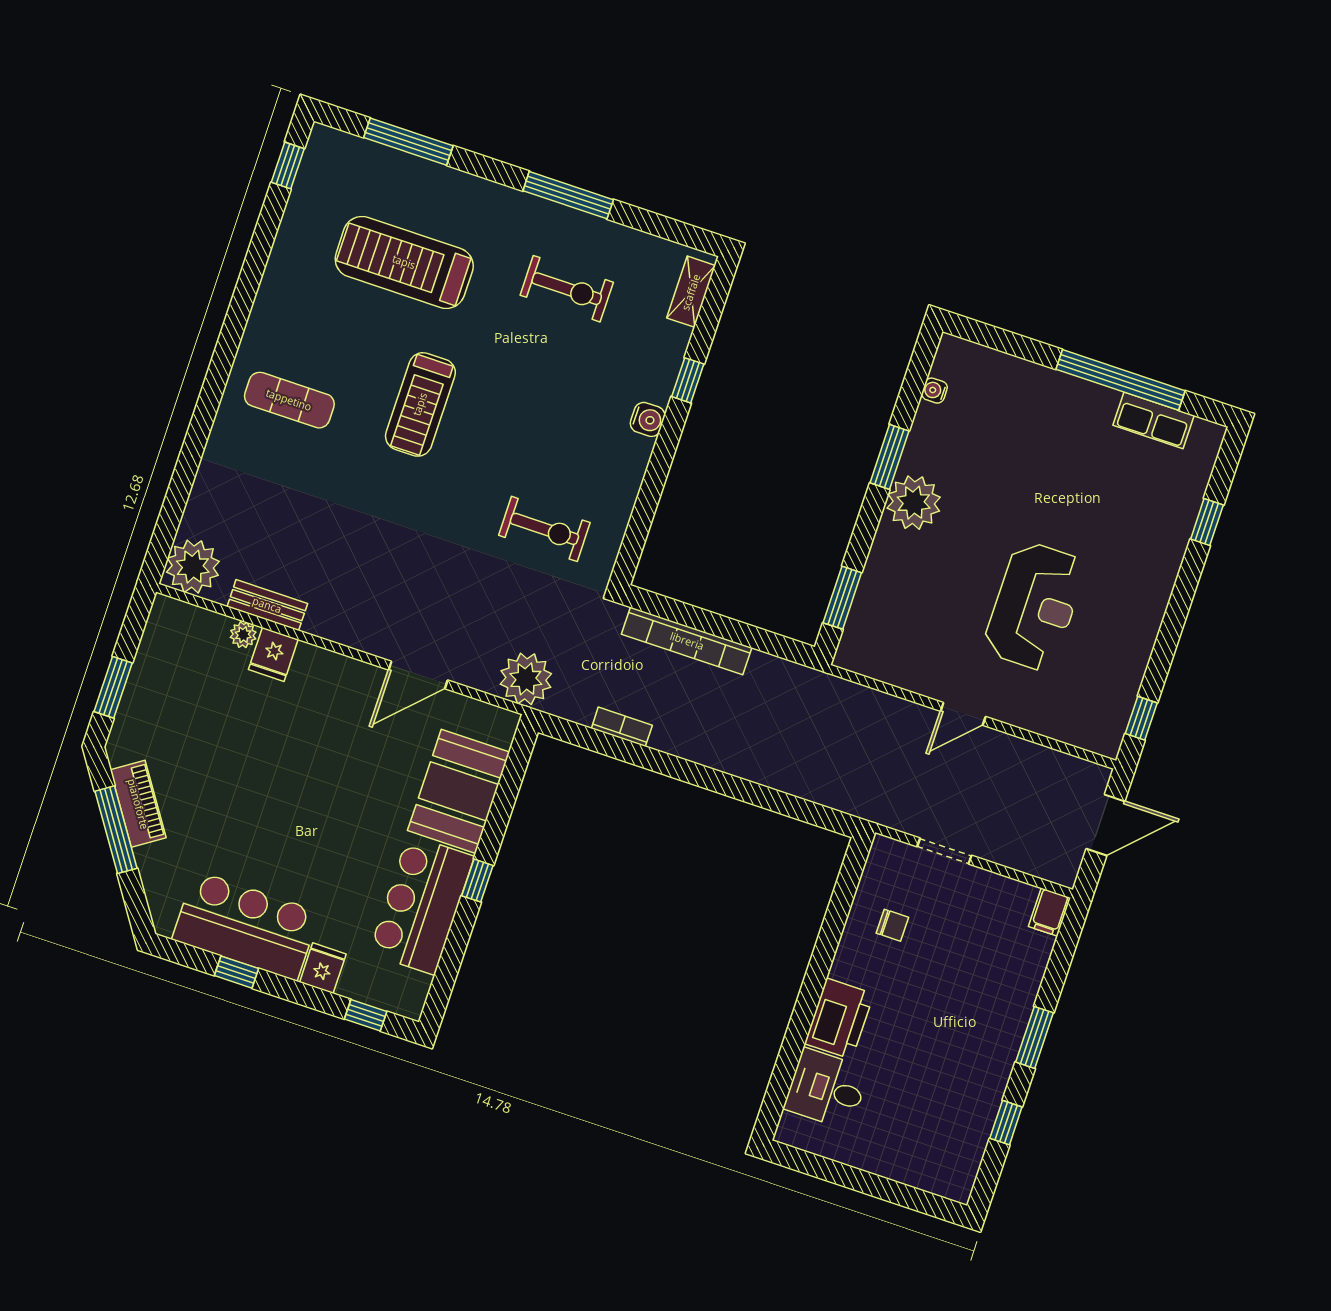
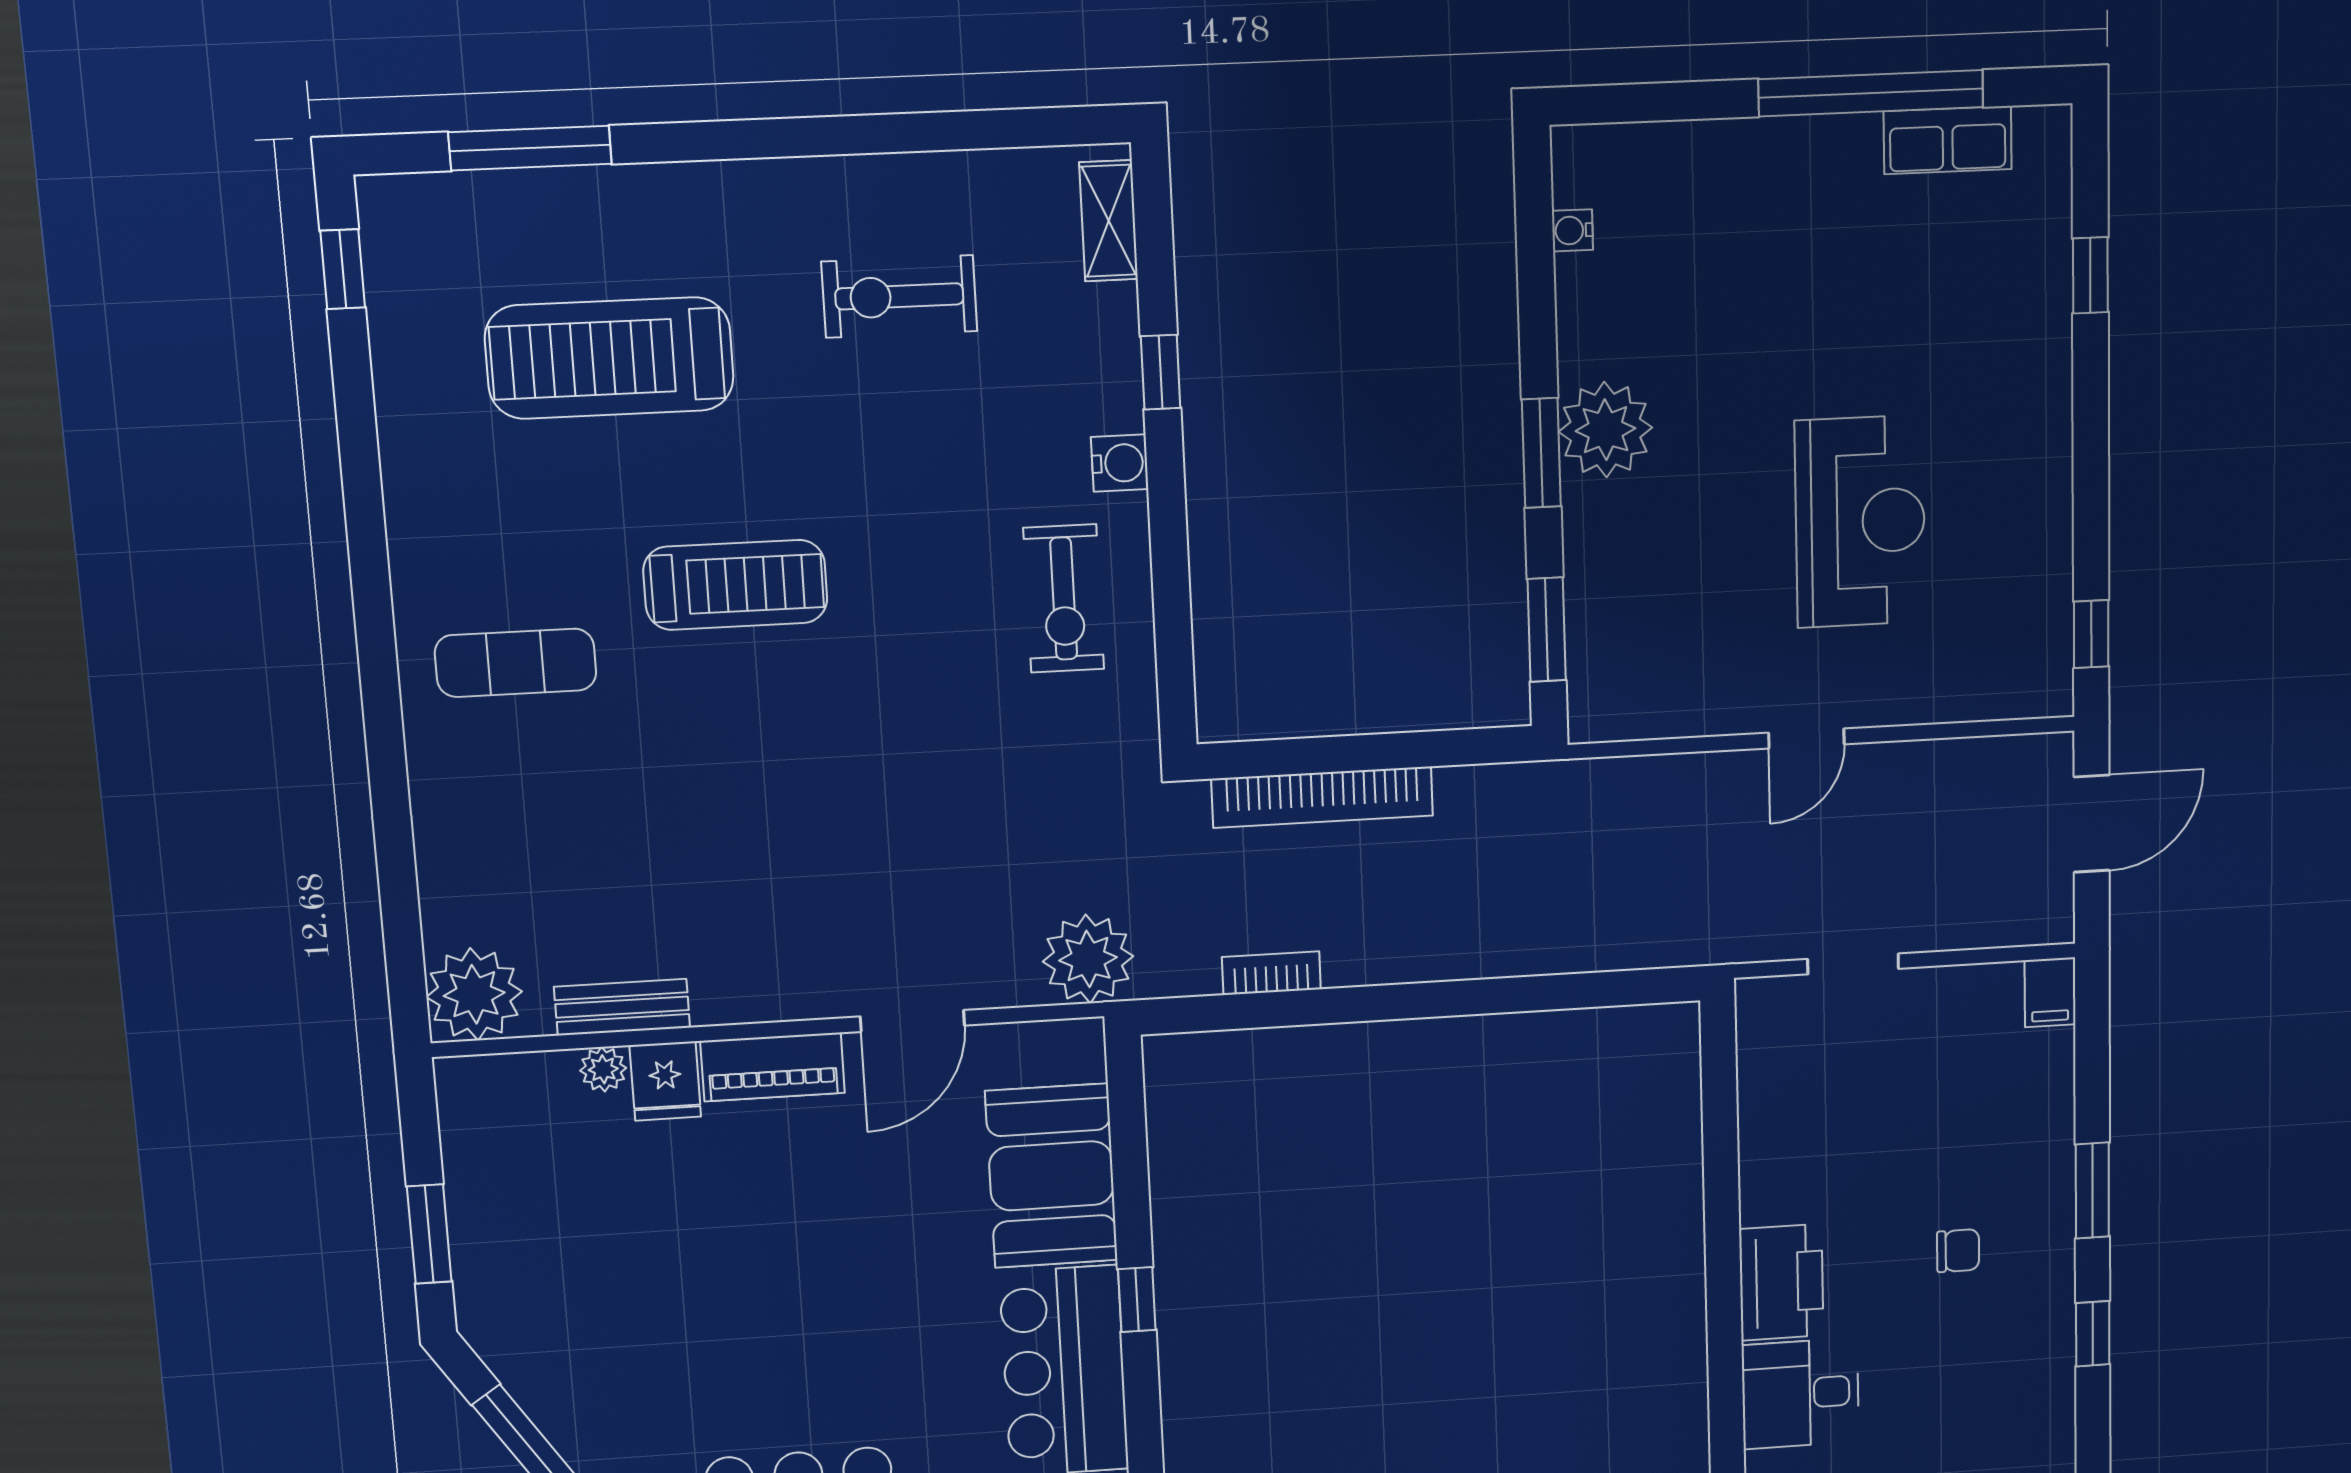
window: (568, 195) -> (838, 136), removed
exercise bike: (567, 289) -> (899, 296), turned 180
treadmill: (420, 404) -> (735, 585), turned -90
window: (890, 457) -> (1541, 453), moved
exercise bike: (544, 529) -> (1064, 599), moved, turned 90
piano: (138, 804) -> (773, 1067), moved, turned 124
chair: (892, 925) -> (1958, 1251), moved

